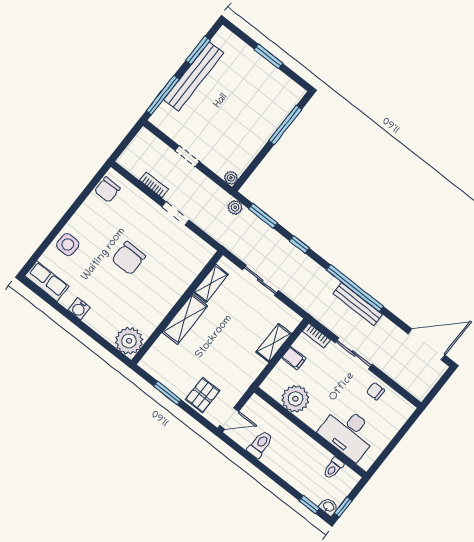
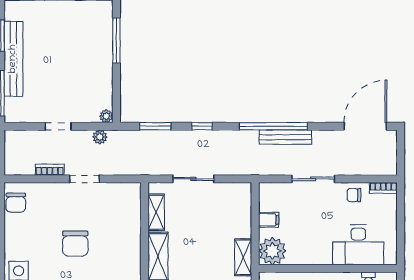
plant: (235, 207) -> (100, 137), moved
bookcase: (316, 336) -> (383, 188), moved
shelving: (274, 343) -> (243, 257), moved
plant: (295, 399) -> (272, 251), moved

